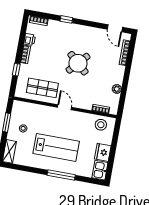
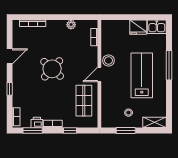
door: (115, 28) -> (10, 56), moved
window: (23, 34) -> (33, 130), added
stool: (101, 125) -> (109, 60), moved

